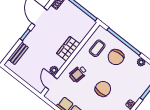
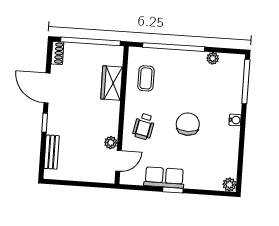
wardrobe: (68, 49) -> (112, 83), moved
chair: (116, 57) -> (177, 73), removed
door: (51, 83) -> (118, 161), swing flipped

